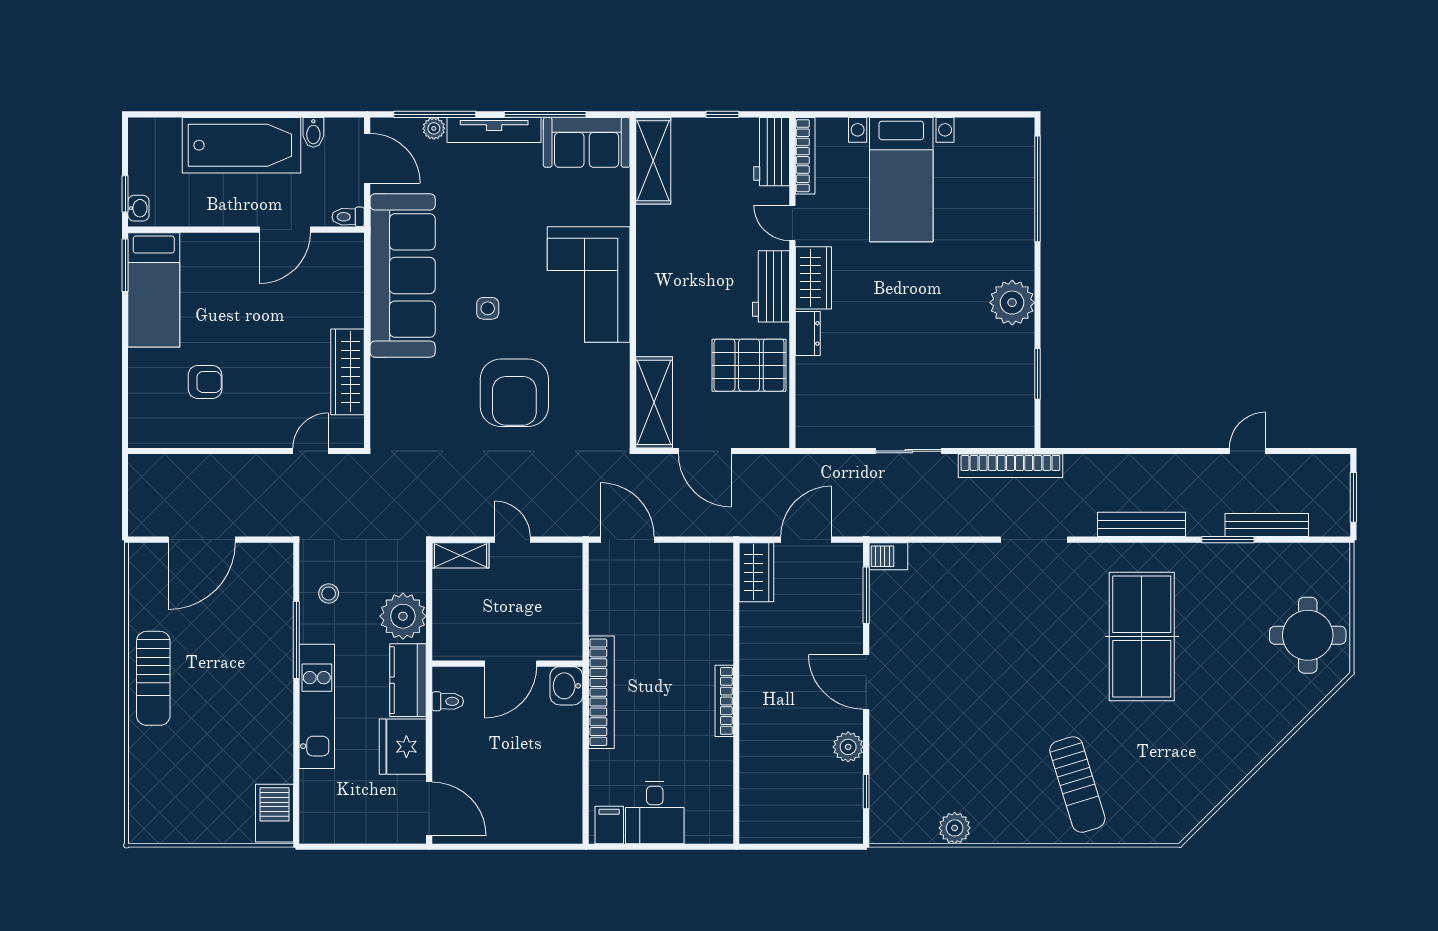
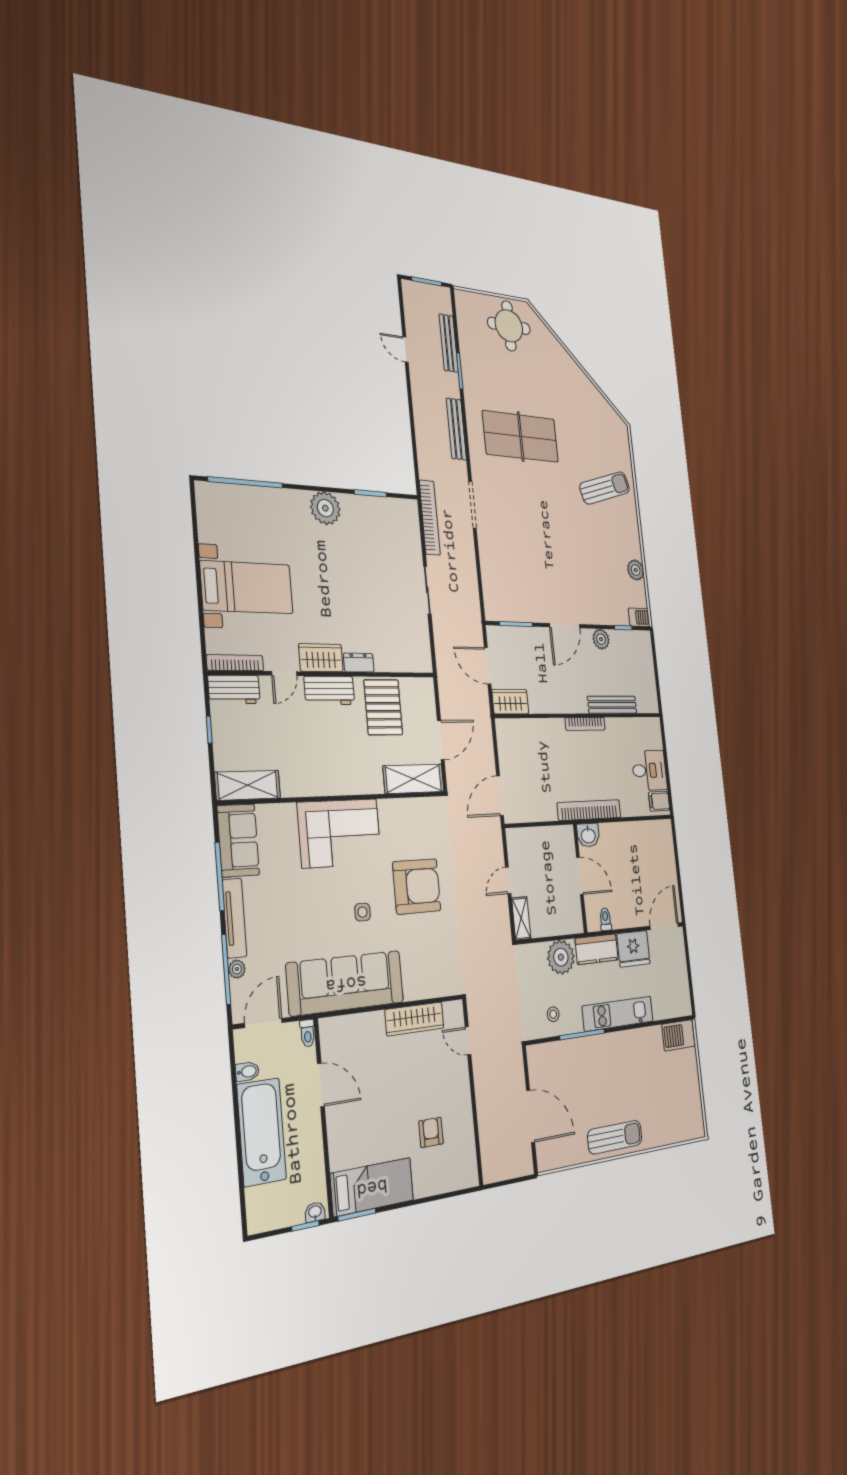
barbecue: (888, 556) -> (639, 617), moved, turned -90
bench: (752, 755) -> (612, 705), added

